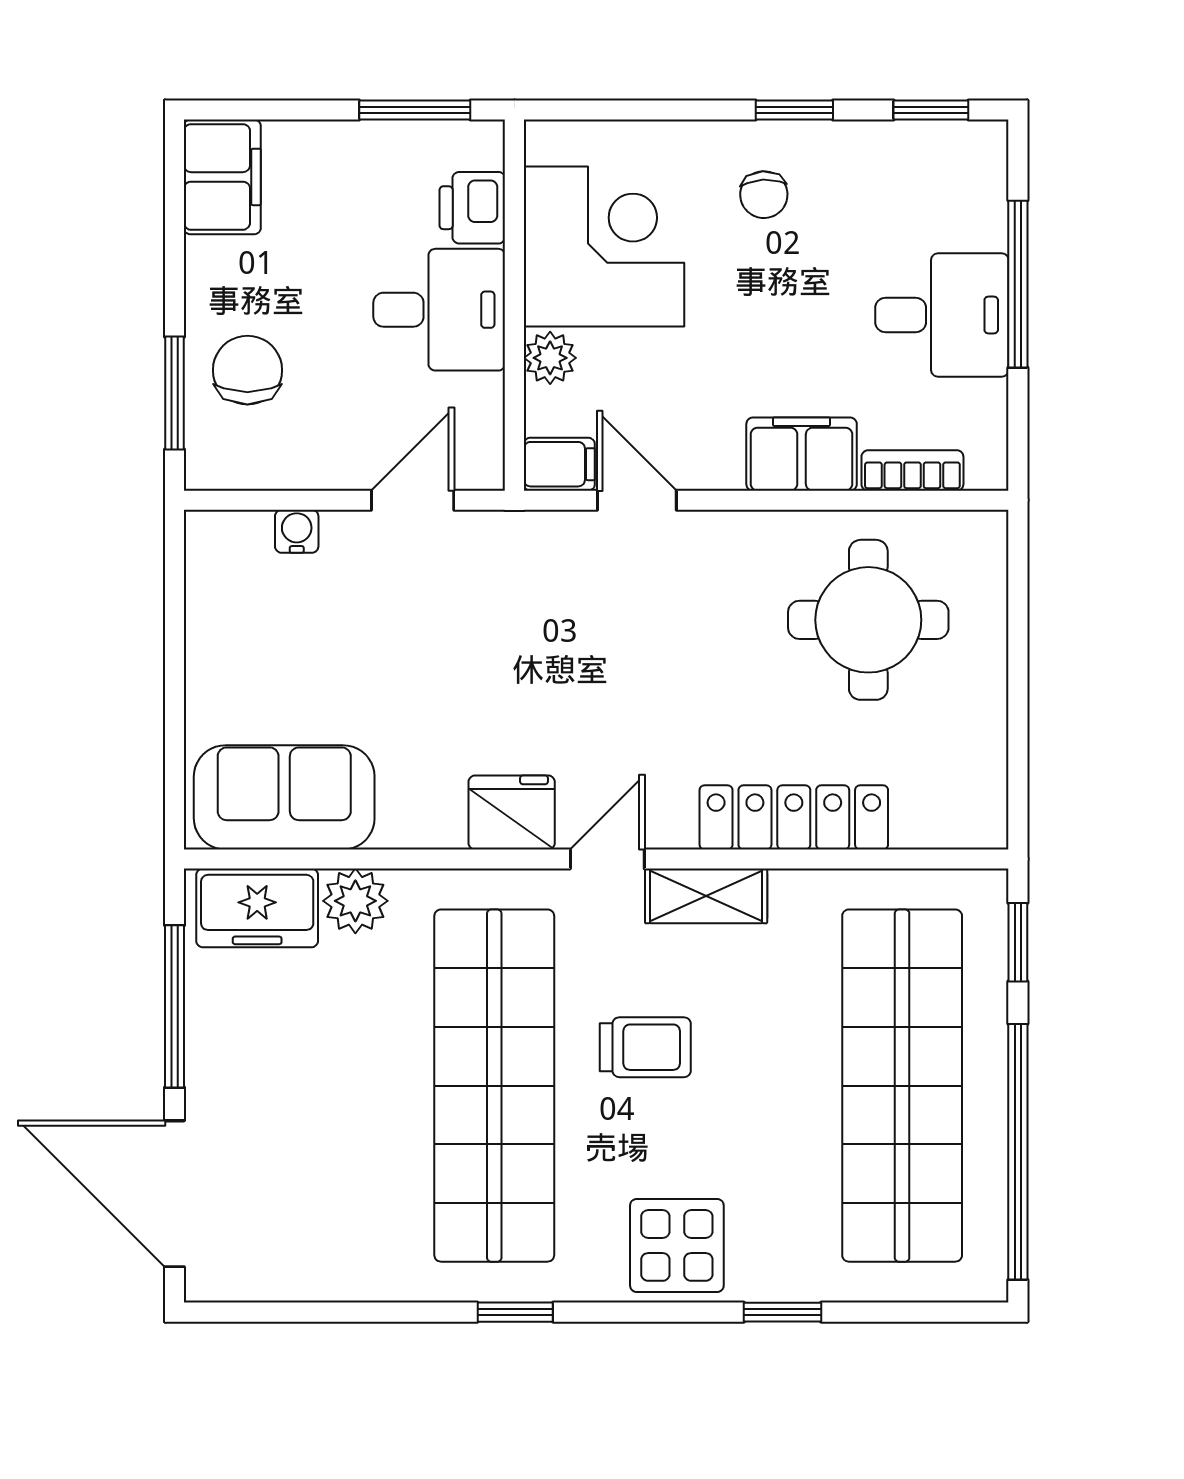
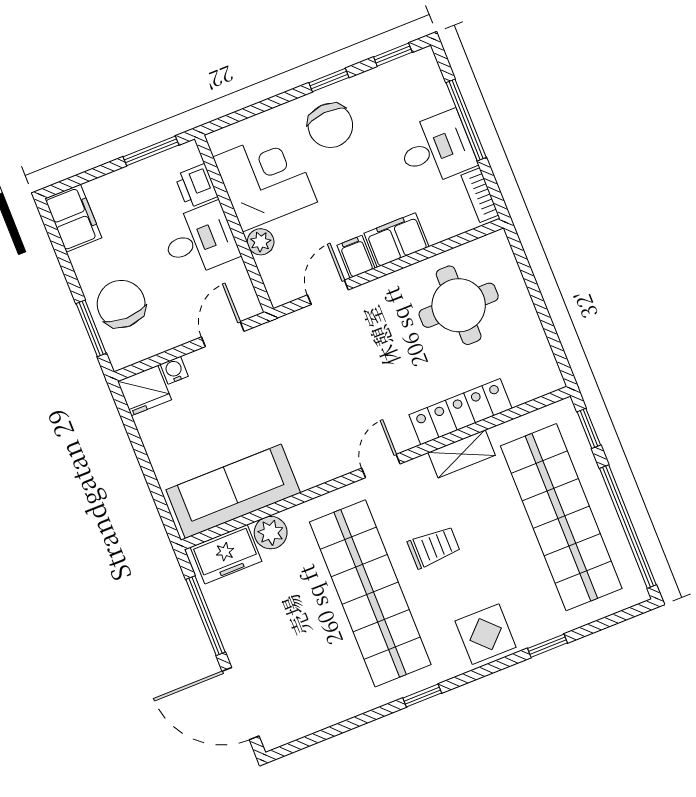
chair: (764, 195) -> (330, 125), width x1.87, depth x1.87
chair: (247, 370) -> (121, 304), width x1.37, depth x1.37
filing cabinet: (559, 464) -> (356, 257), moved, turned -90
bookcase: (912, 470) -> (480, 195), moved, turned -90
door: (637, 500) -> (328, 292), hinge flipped
sofa: (284, 797) -> (233, 491), width x1.36
fridge: (512, 812) -> (144, 391), moved, turned 180
shelving: (706, 896) -> (462, 454), moved

